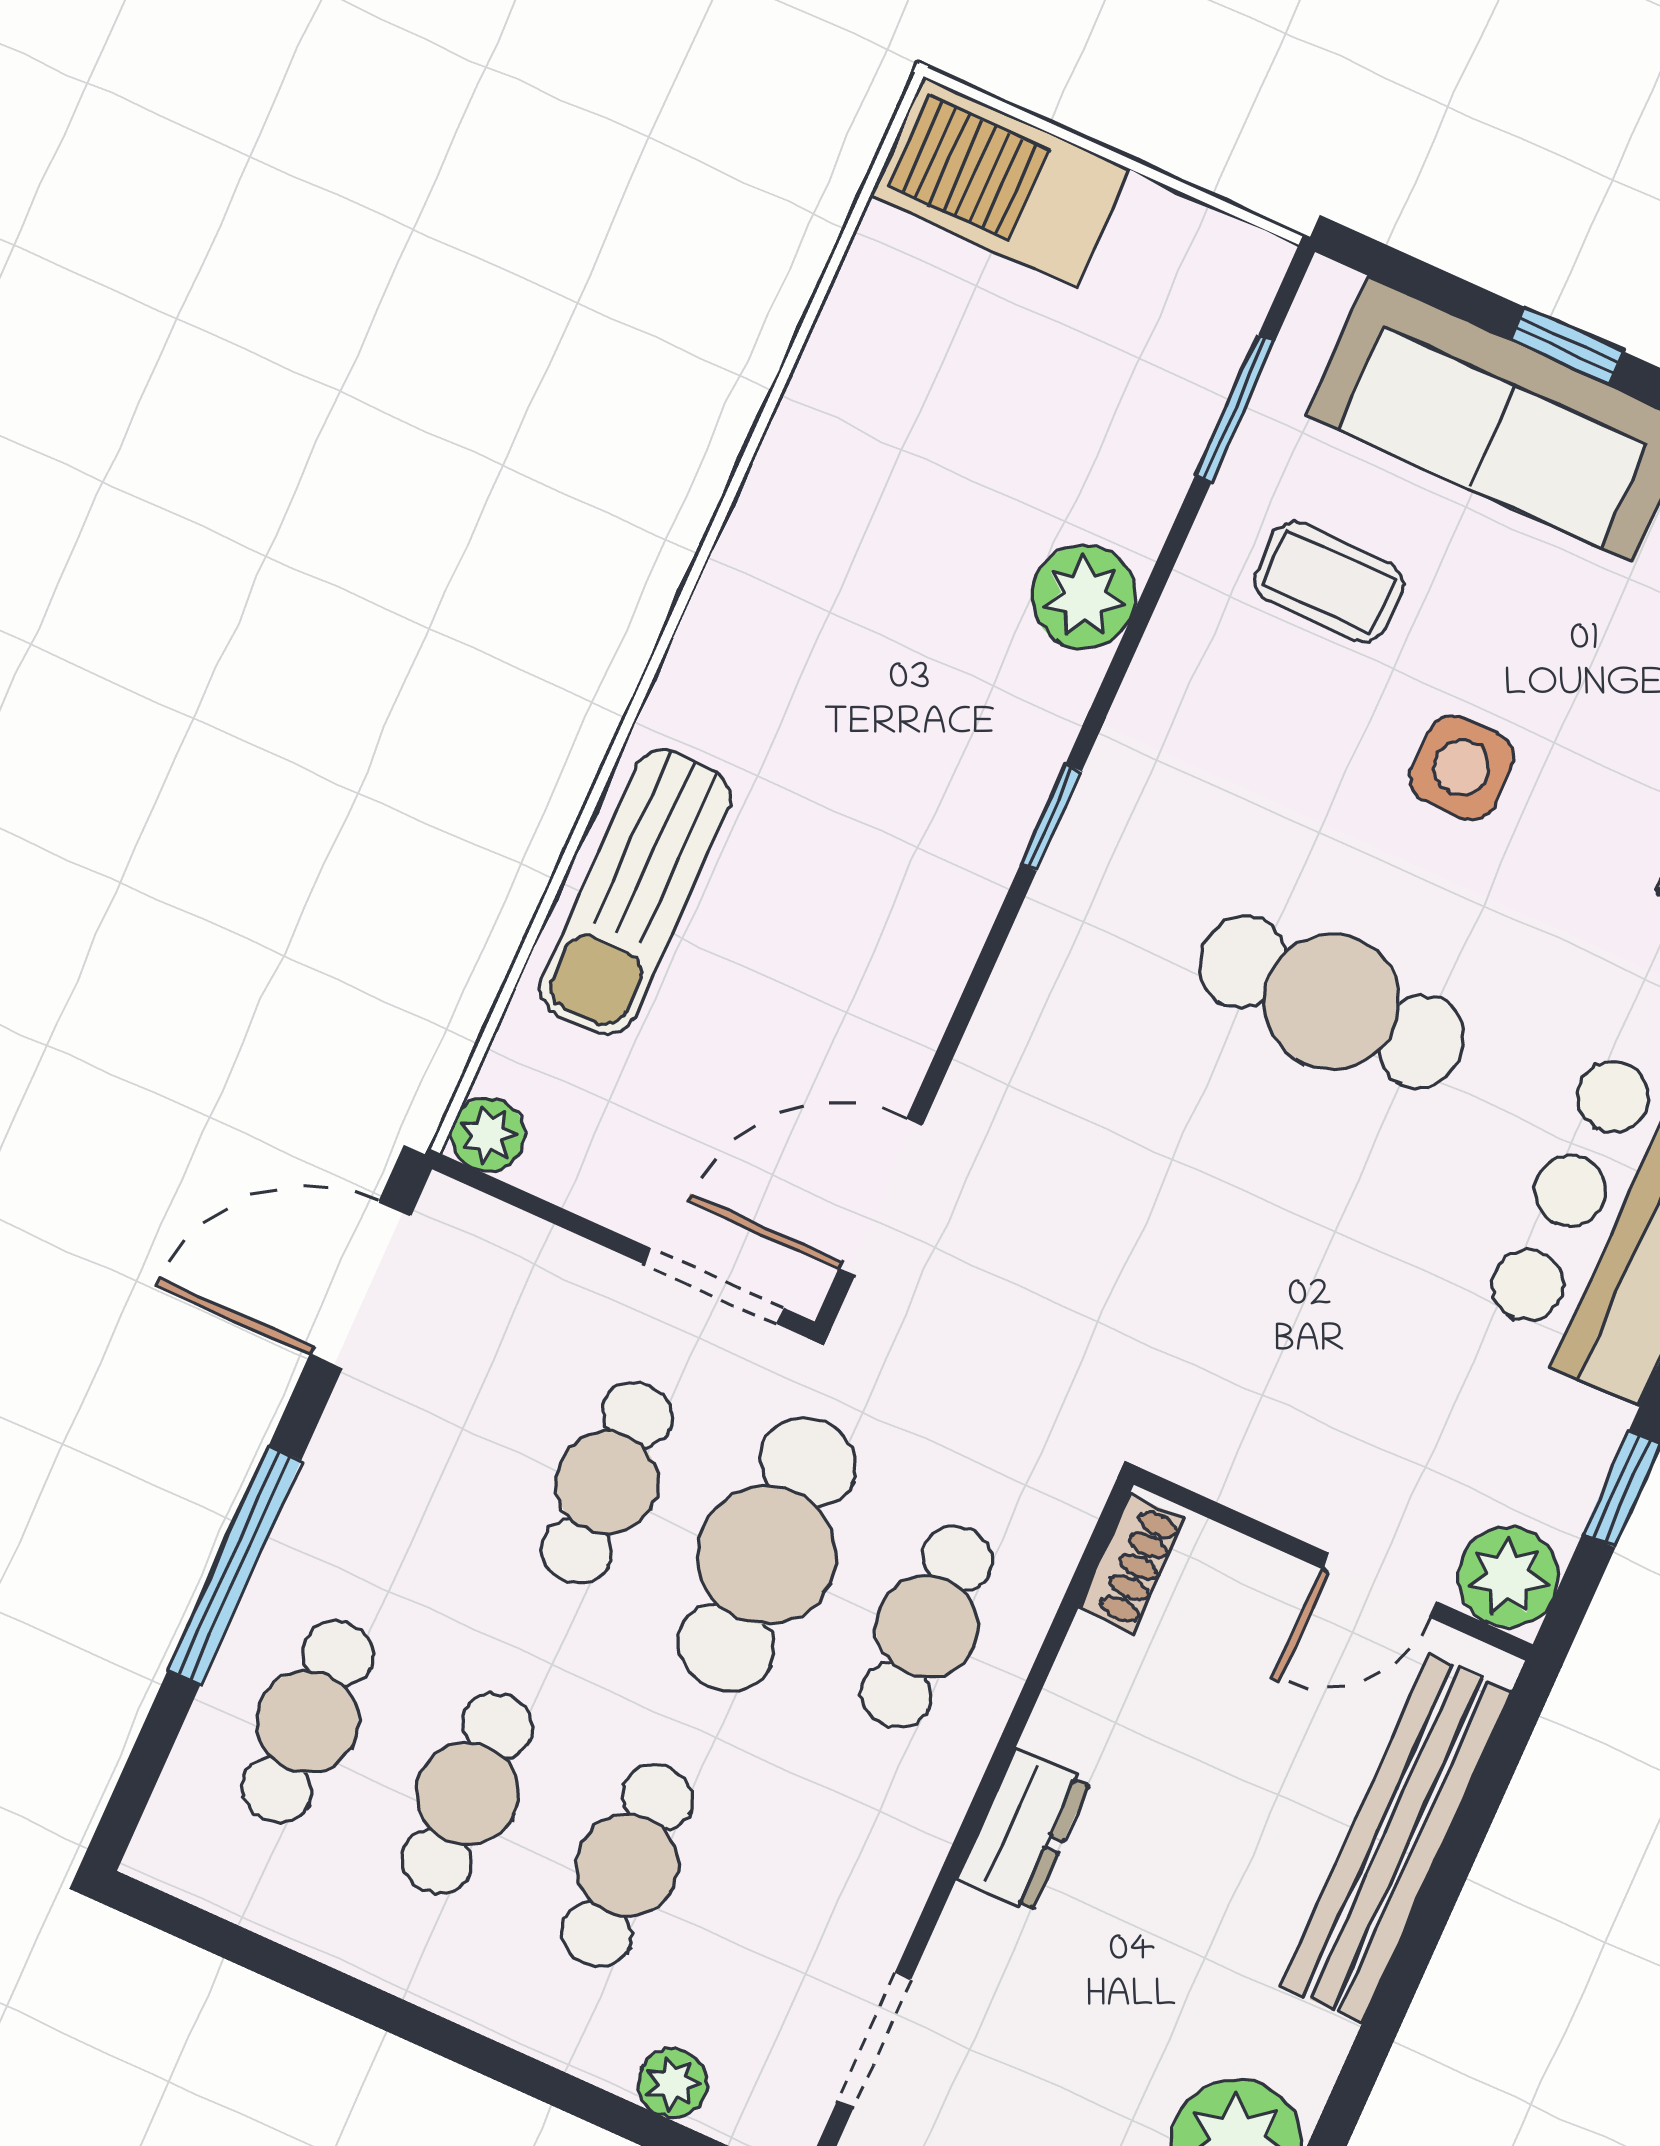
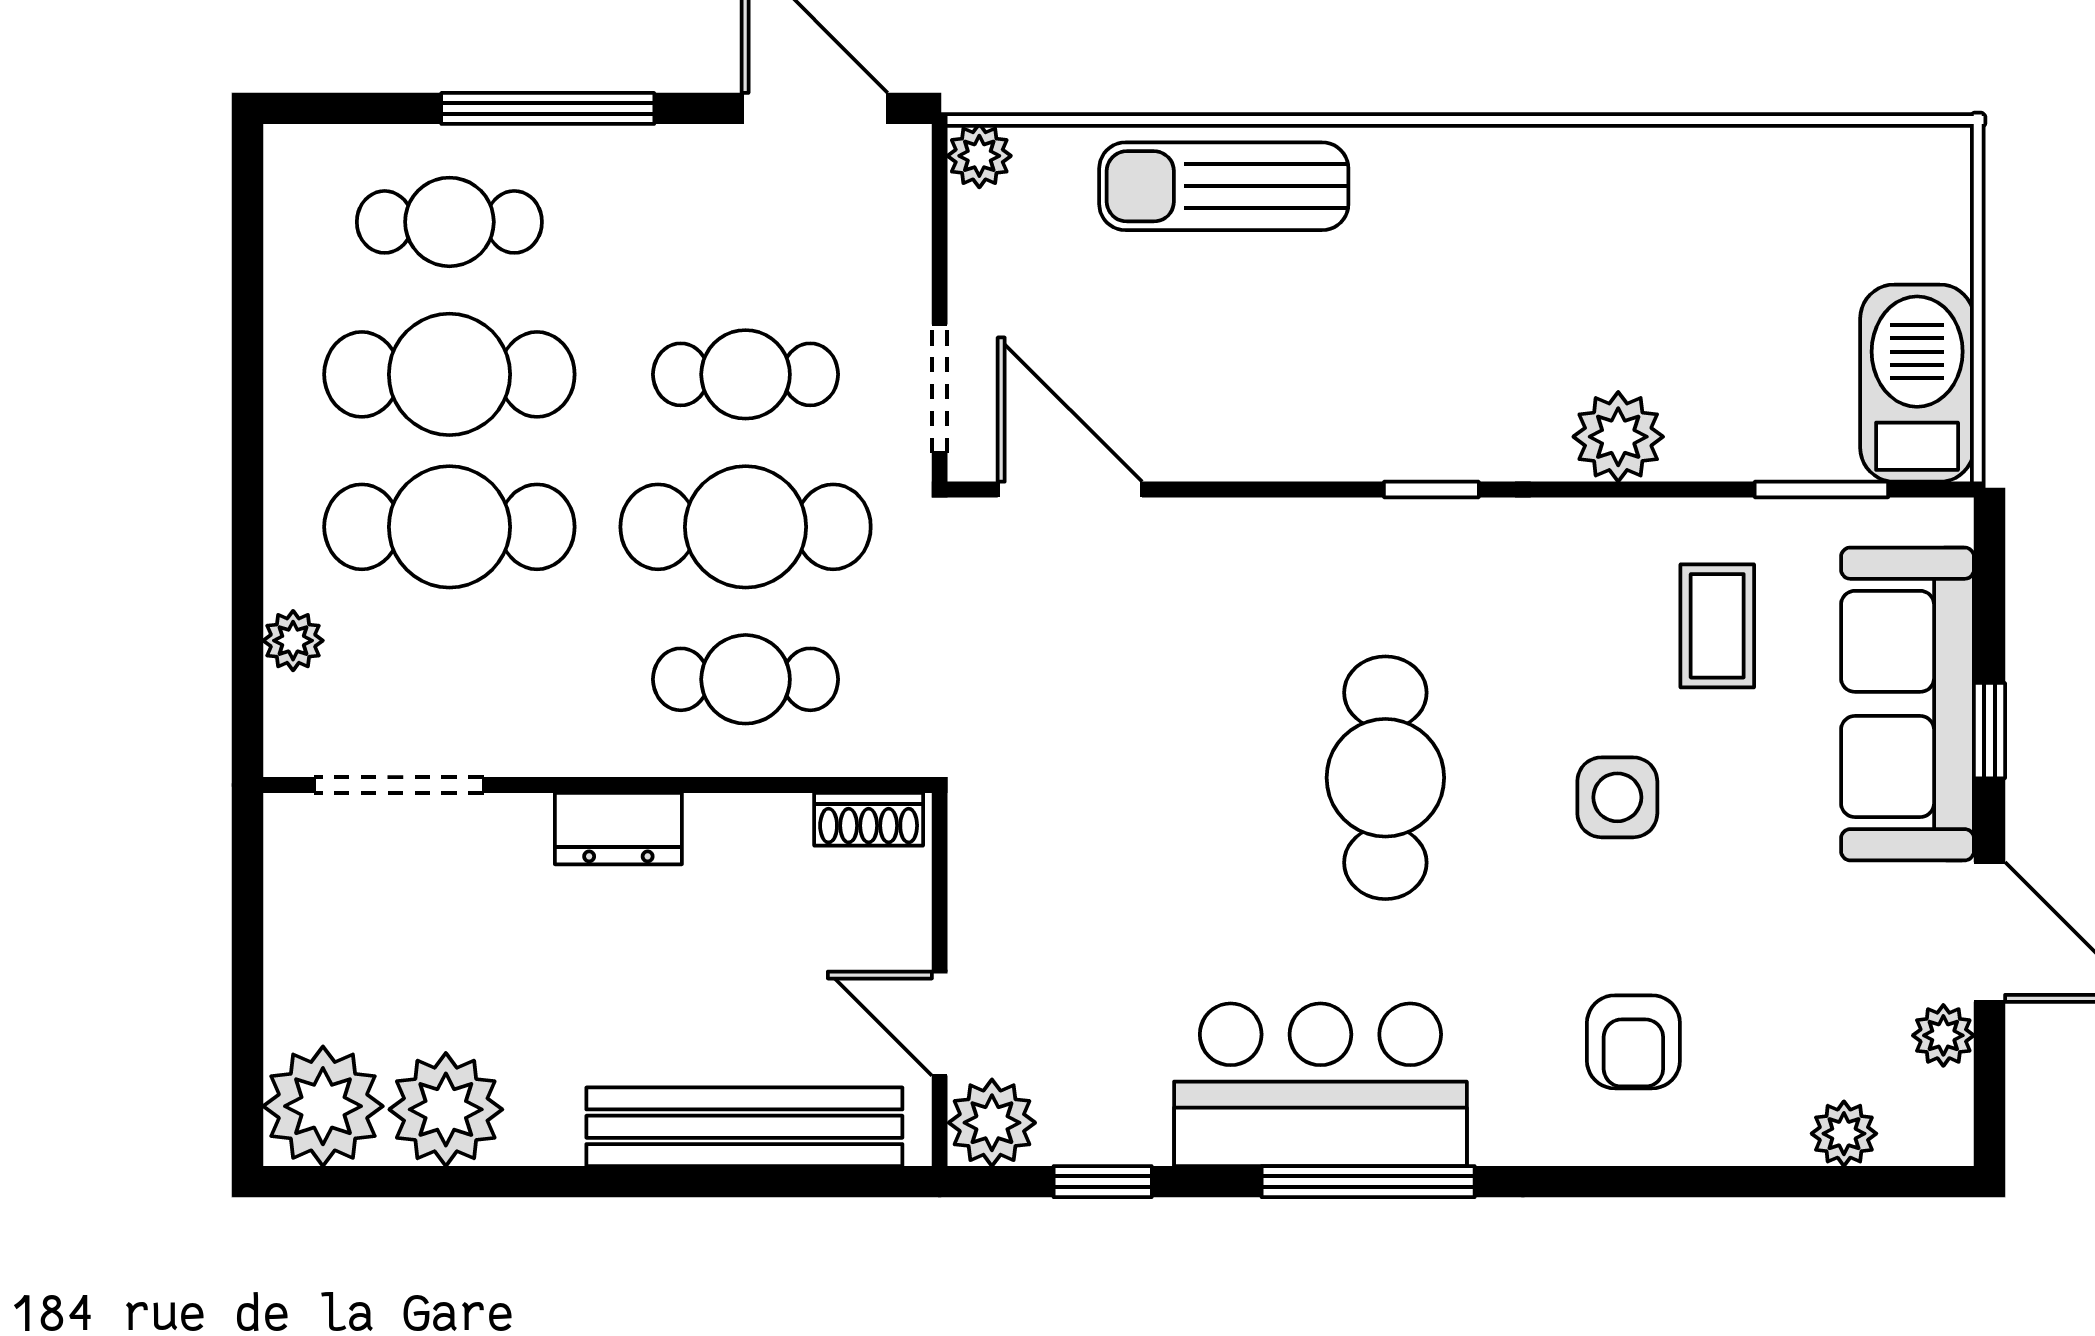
barbecue: (1000, 182) -> (1917, 383), moved
cafe table: (467, 1793) -> (449, 374), width x1.37, depth x1.35
cafe table: (627, 1865) -> (449, 527), width x1.37, depth x1.35
doorway: (874, 2040) -> (399, 785), width x1.38

